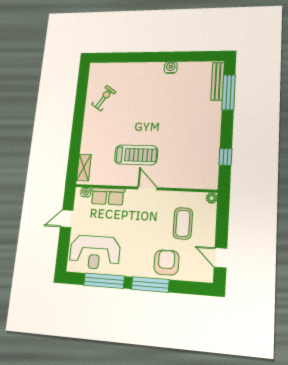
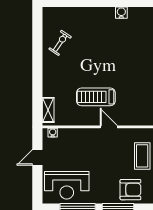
treadmill: (136, 155) -> (96, 97), turned 180
row of seats: (108, 196) -> (73, 136), removed
armchair: (166, 262) -> (130, 190), turned 90

